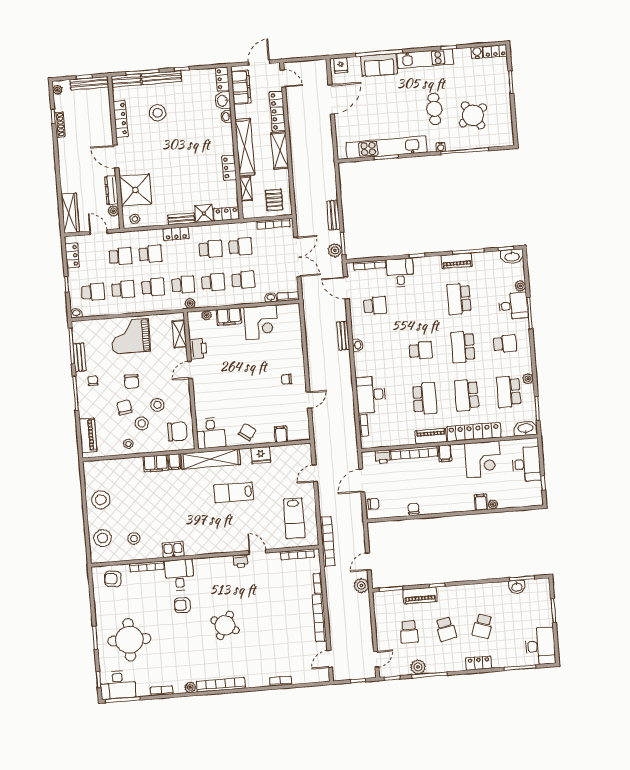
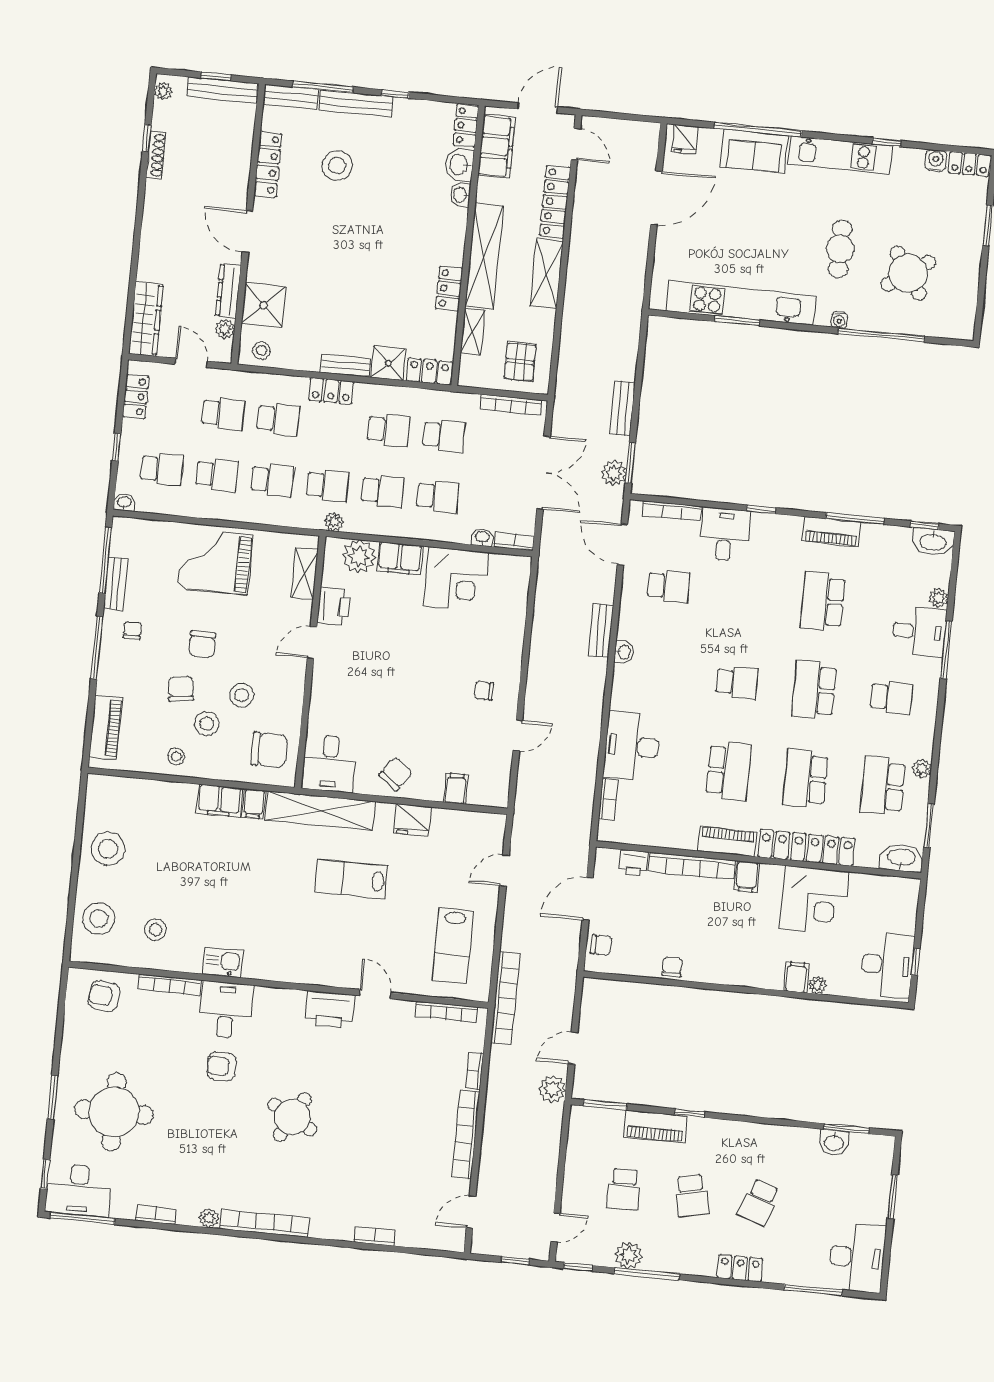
shower: (135, 190) -> (264, 305), width x0.73, depth x0.73
plant: (206, 315) -> (359, 557), width x1.88, depth x1.88
desk: (526, 464) -> (887, 965), moved
printer: (241, 561) -> (330, 1010), width x1.87, depth x1.48

